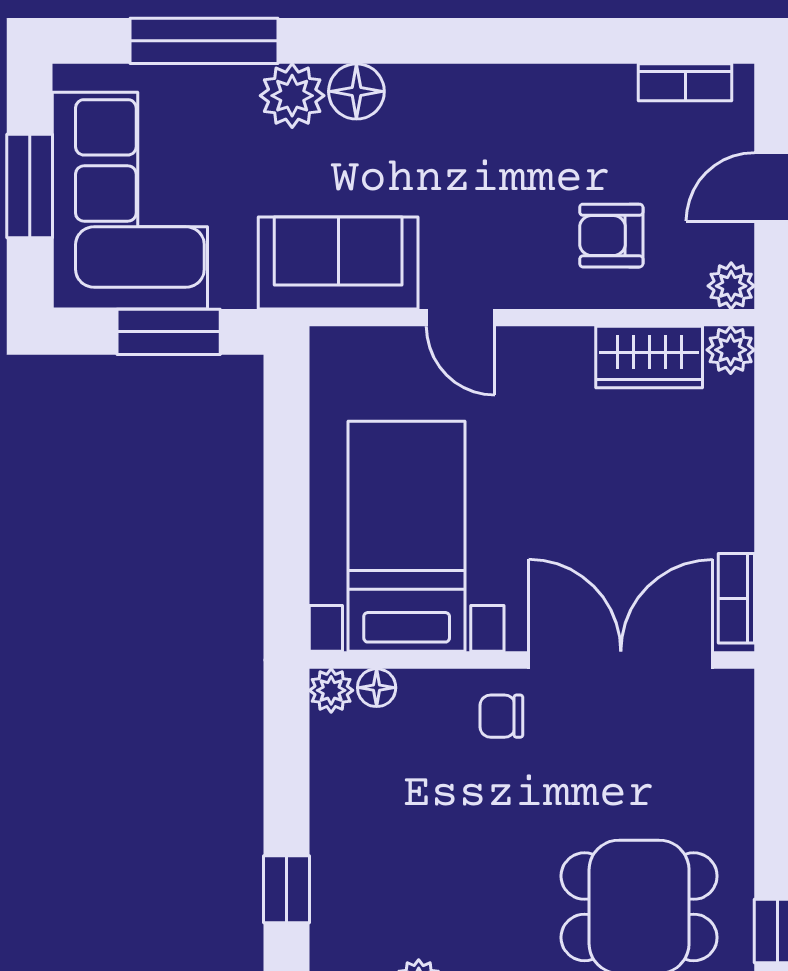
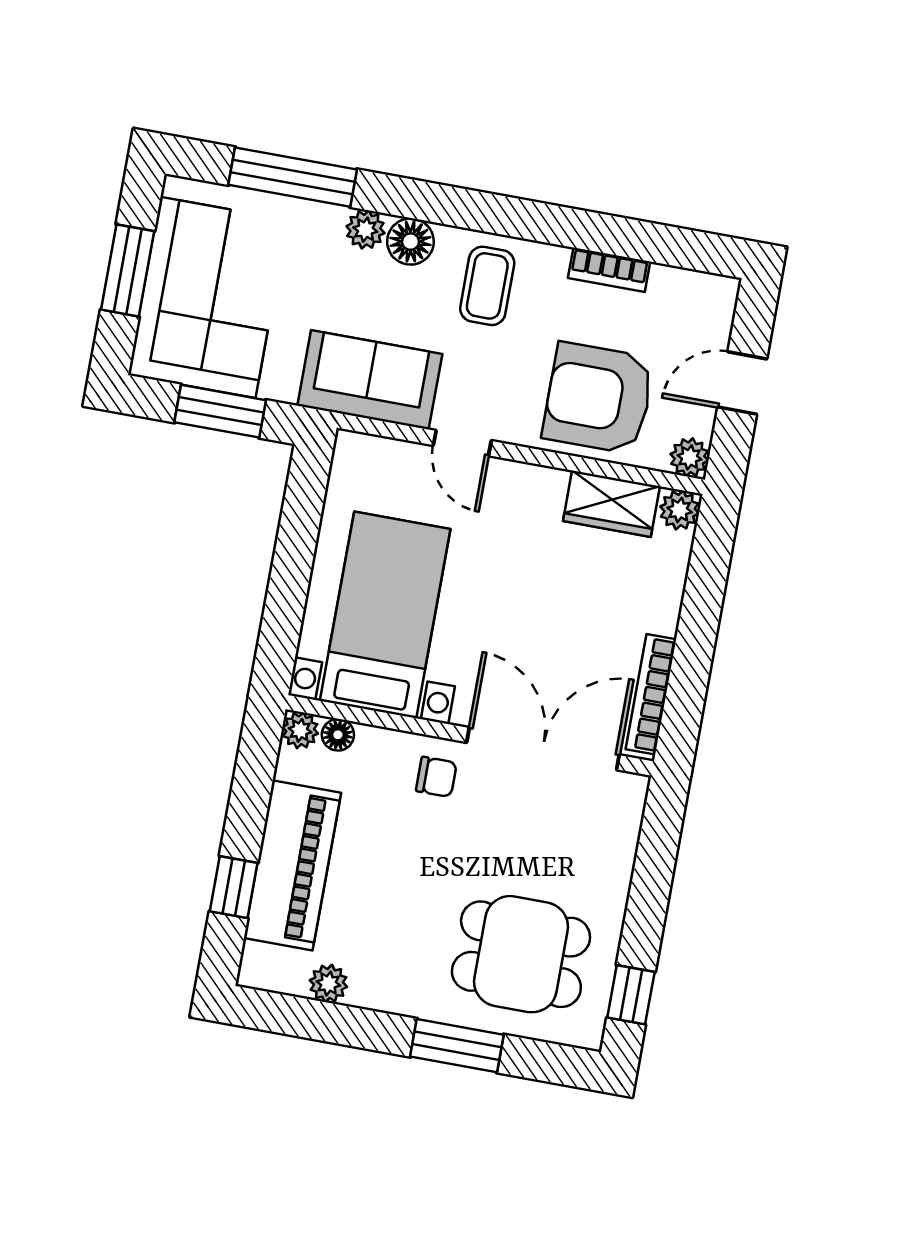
bookcase: (685, 82) -> (609, 270), moved
plant: (292, 96) -> (365, 230), width x0.73, depth x0.73
coffee table: (456, 127) -> (487, 286), added
armchair: (611, 236) -> (598, 398), width x1.88, depth x1.88
bookcase: (736, 598) -> (651, 694), width x1.56
chair: (501, 716) -> (436, 777), turned 180
piano: (351, 851) -> (292, 865), added

